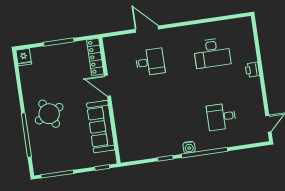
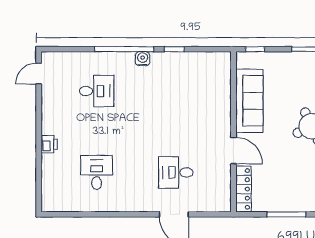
desk: (212, 53) -> (97, 172), width x0.73

